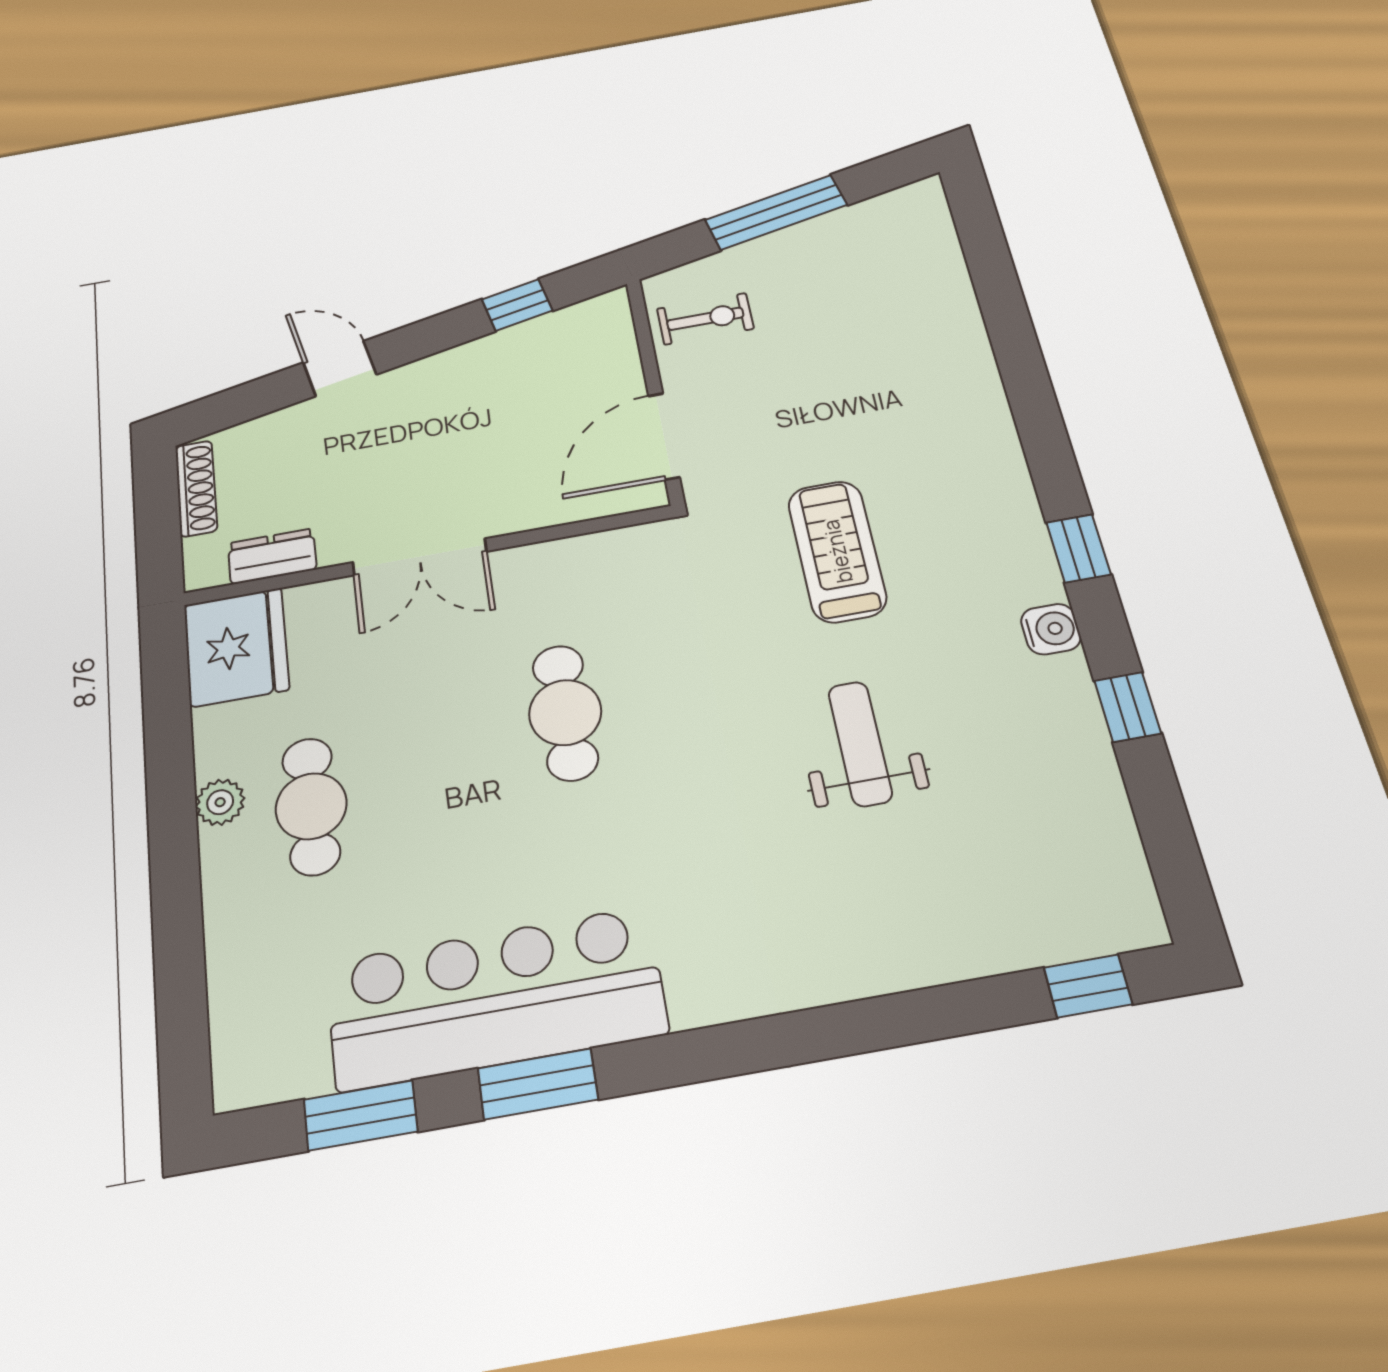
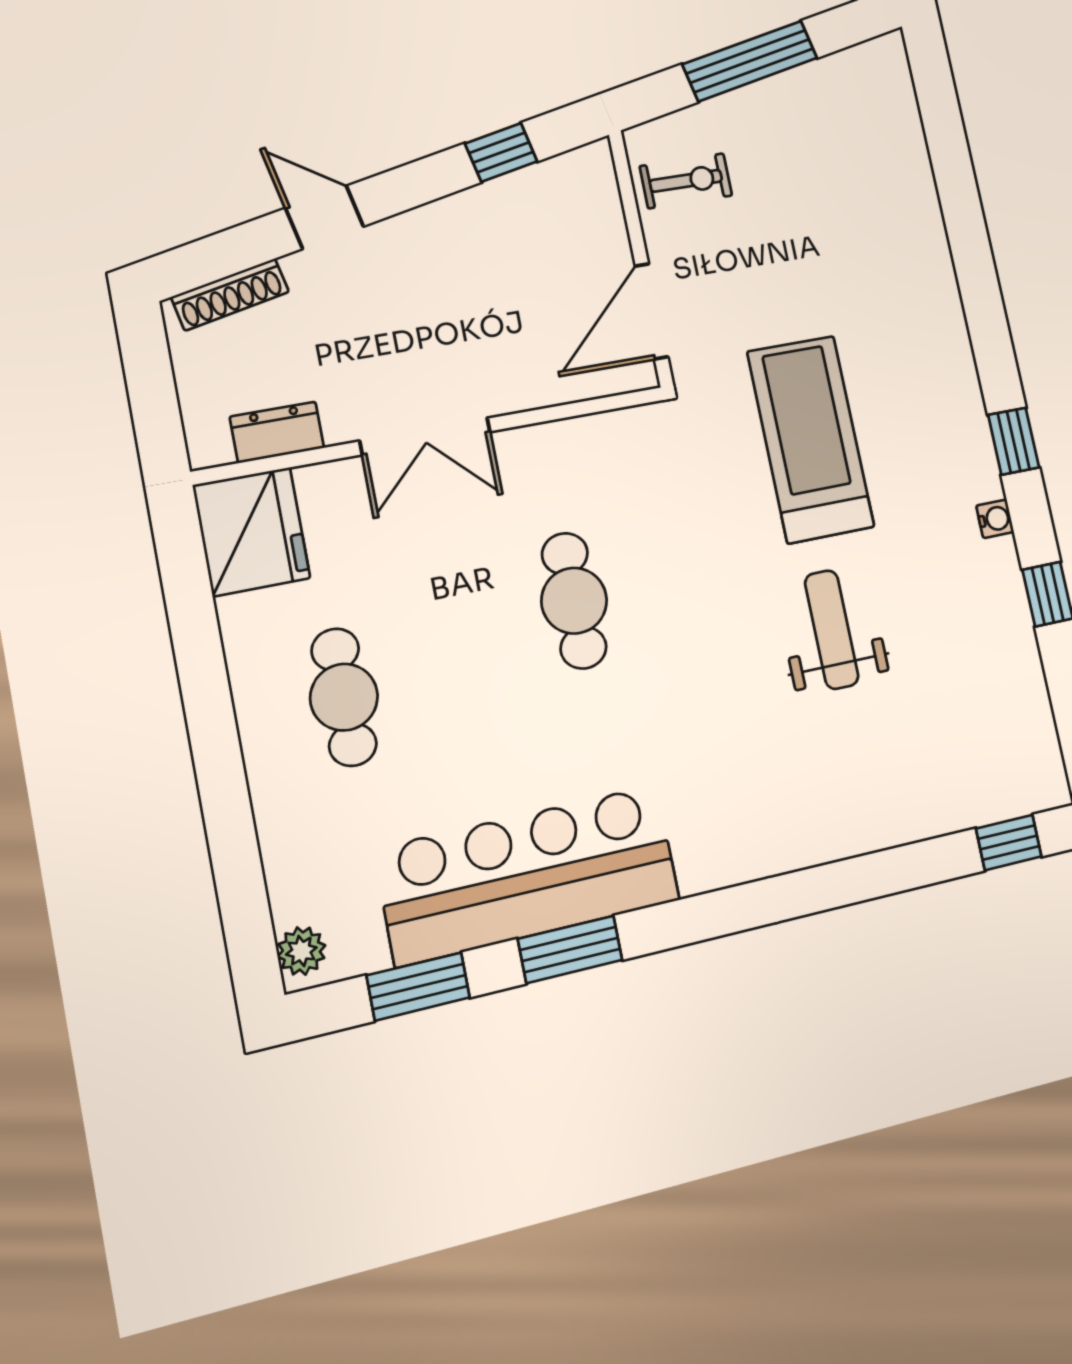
shoe rack: (196, 488) -> (230, 294), moved, turned 78
treadmill: (837, 551) -> (811, 439), width x1.37, depth x1.38
water cooler: (1051, 629) -> (995, 519), width x0.72, depth x0.72
plant: (220, 802) -> (301, 951), moved

